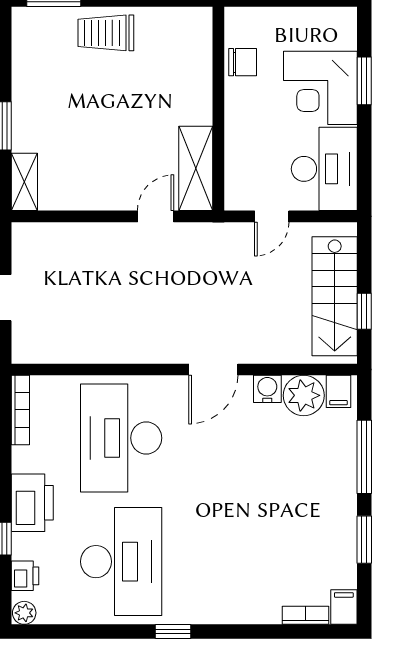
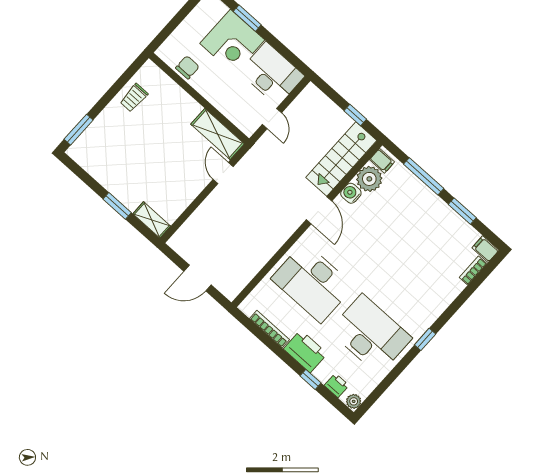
trolley: (106, 33) -> (134, 98), moved, width x0.73, depth x0.72
stairs: (335, 296) -> (341, 159), moved, turned 90
bookcase: (20, 410) -> (270, 329), moved

